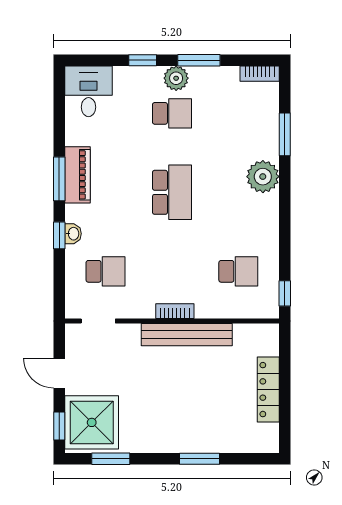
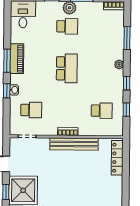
plant: (263, 177) -> (119, 64), width x0.53, depth x0.53
window: (285, 219) -> (127, 83), added
window: (285, 293) -> (126, 110), moved
locker: (268, 390) -> (117, 158), moved

